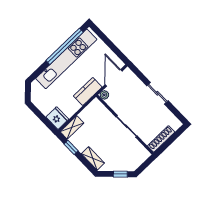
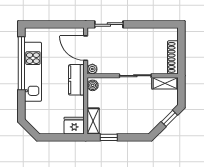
kitchen unit: (66, 59) -> (33, 72), width x0.73
sliding door: (157, 93) -> (109, 24), moved
boiler: (94, 105) -> (93, 85), added
shelving: (93, 158) -> (165, 83), moved

